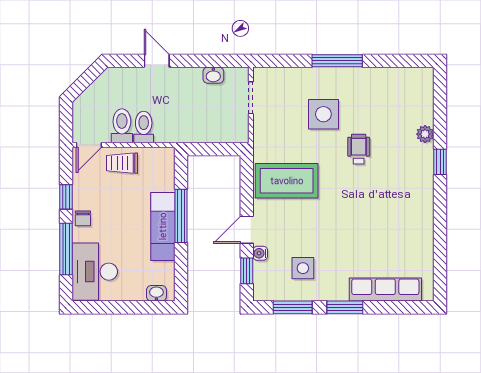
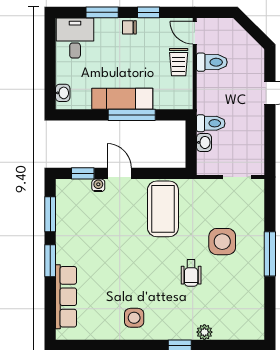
washbasin: (213, 75) -> (204, 142), moved, turned 180
toilet: (144, 127) -> (211, 123), moved
wheelchair: (359, 149) -> (191, 273), turned 90
trolley: (122, 163) -> (179, 62), turned 180
window: (66, 249) -> (102, 12), width x0.69
side table: (303, 268) -> (134, 318), moved
desk: (95, 272) -> (75, 38), width x0.73

